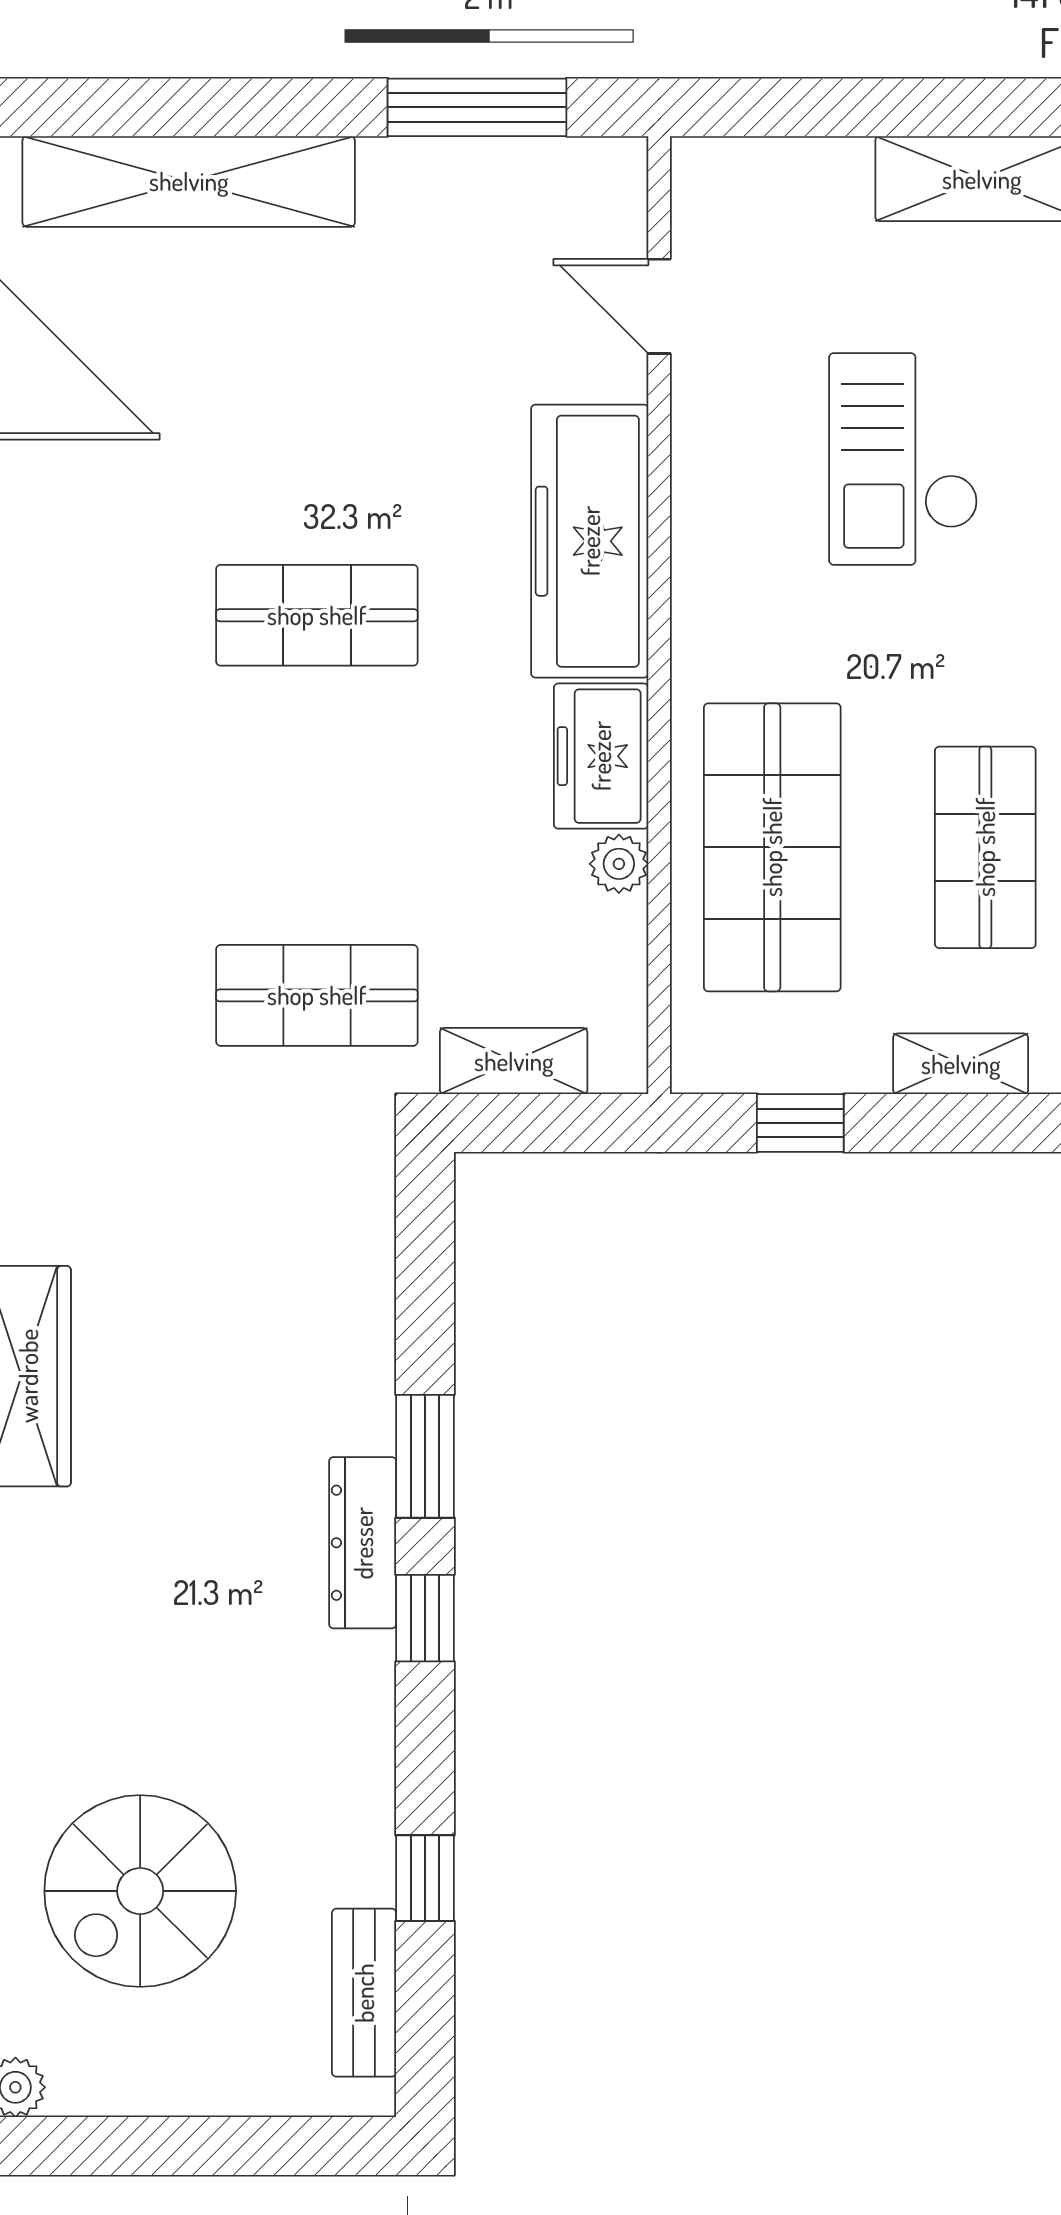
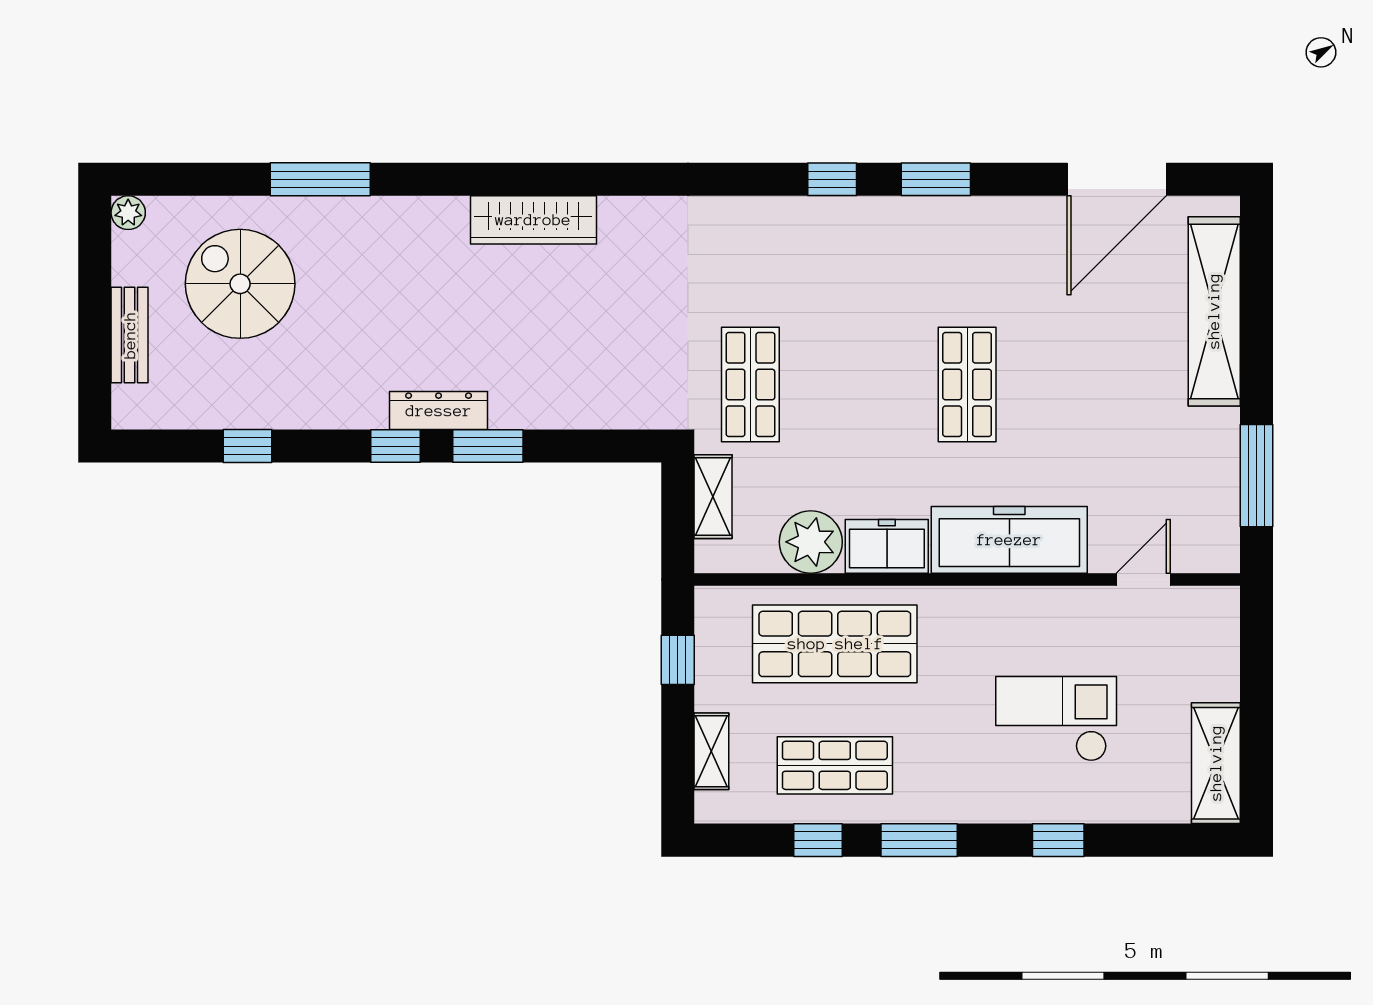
plant: (619, 864) -> (811, 542), width x1.88, depth x1.88
bench: (364, 1993) -> (130, 335), moved, turned 90

